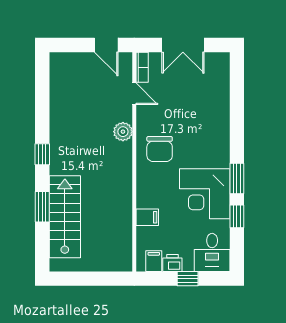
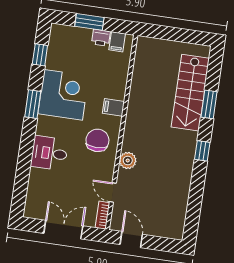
window: (237, 216) -> (40, 55), moved
filing cabinet: (147, 217) -> (113, 107), moved
desk: (212, 252) -> (49, 153), moved, turned -90
window: (188, 279) -> (89, 22), width x1.50

